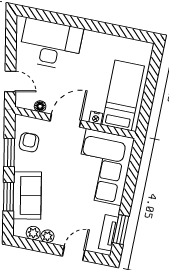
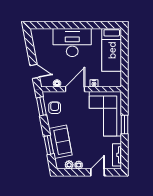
desk: (51, 44) -> (72, 43), moved
bed: (123, 95) -> (112, 50), moved, turned 180
window: (9, 153) -> (41, 106), moved
window: (121, 230) -> (125, 125), moved

